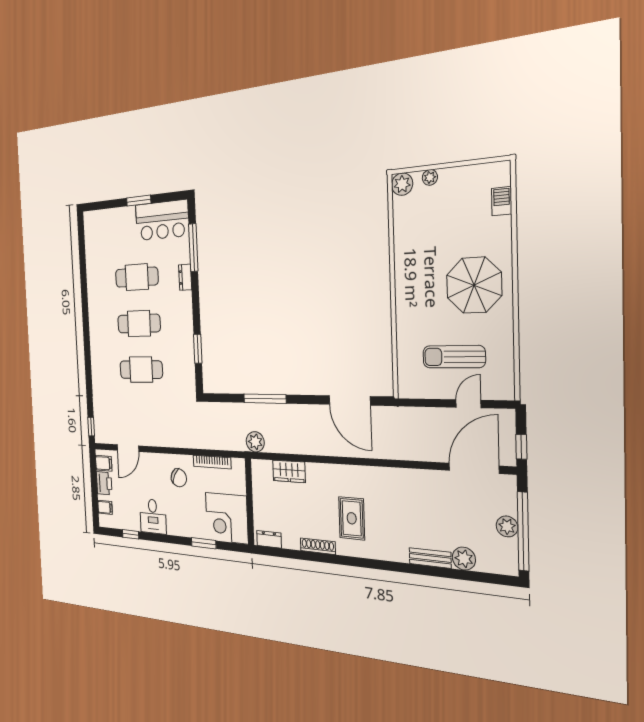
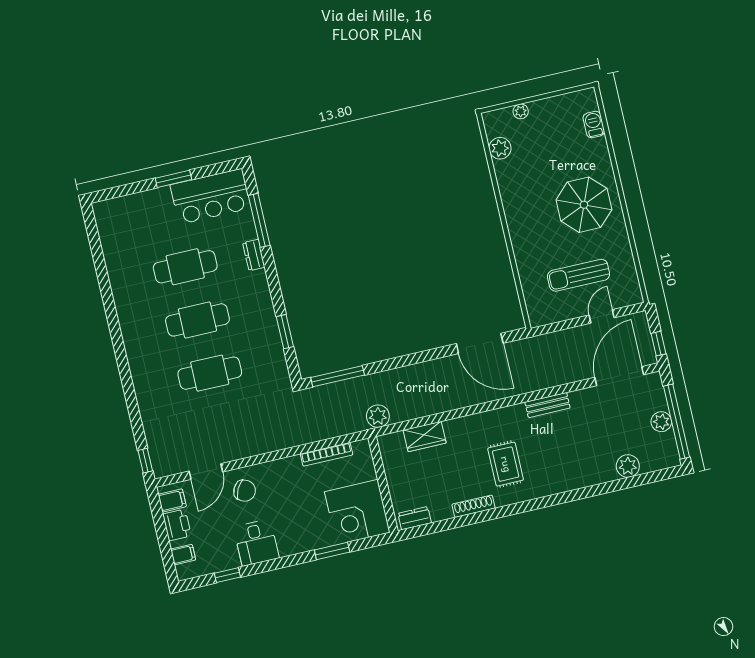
plant: (402, 184) -> (500, 148), moved
window: (265, 399) -> (338, 376), moved
chair: (179, 478) -> (245, 491), moved
bench: (430, 558) -> (547, 405), moved

